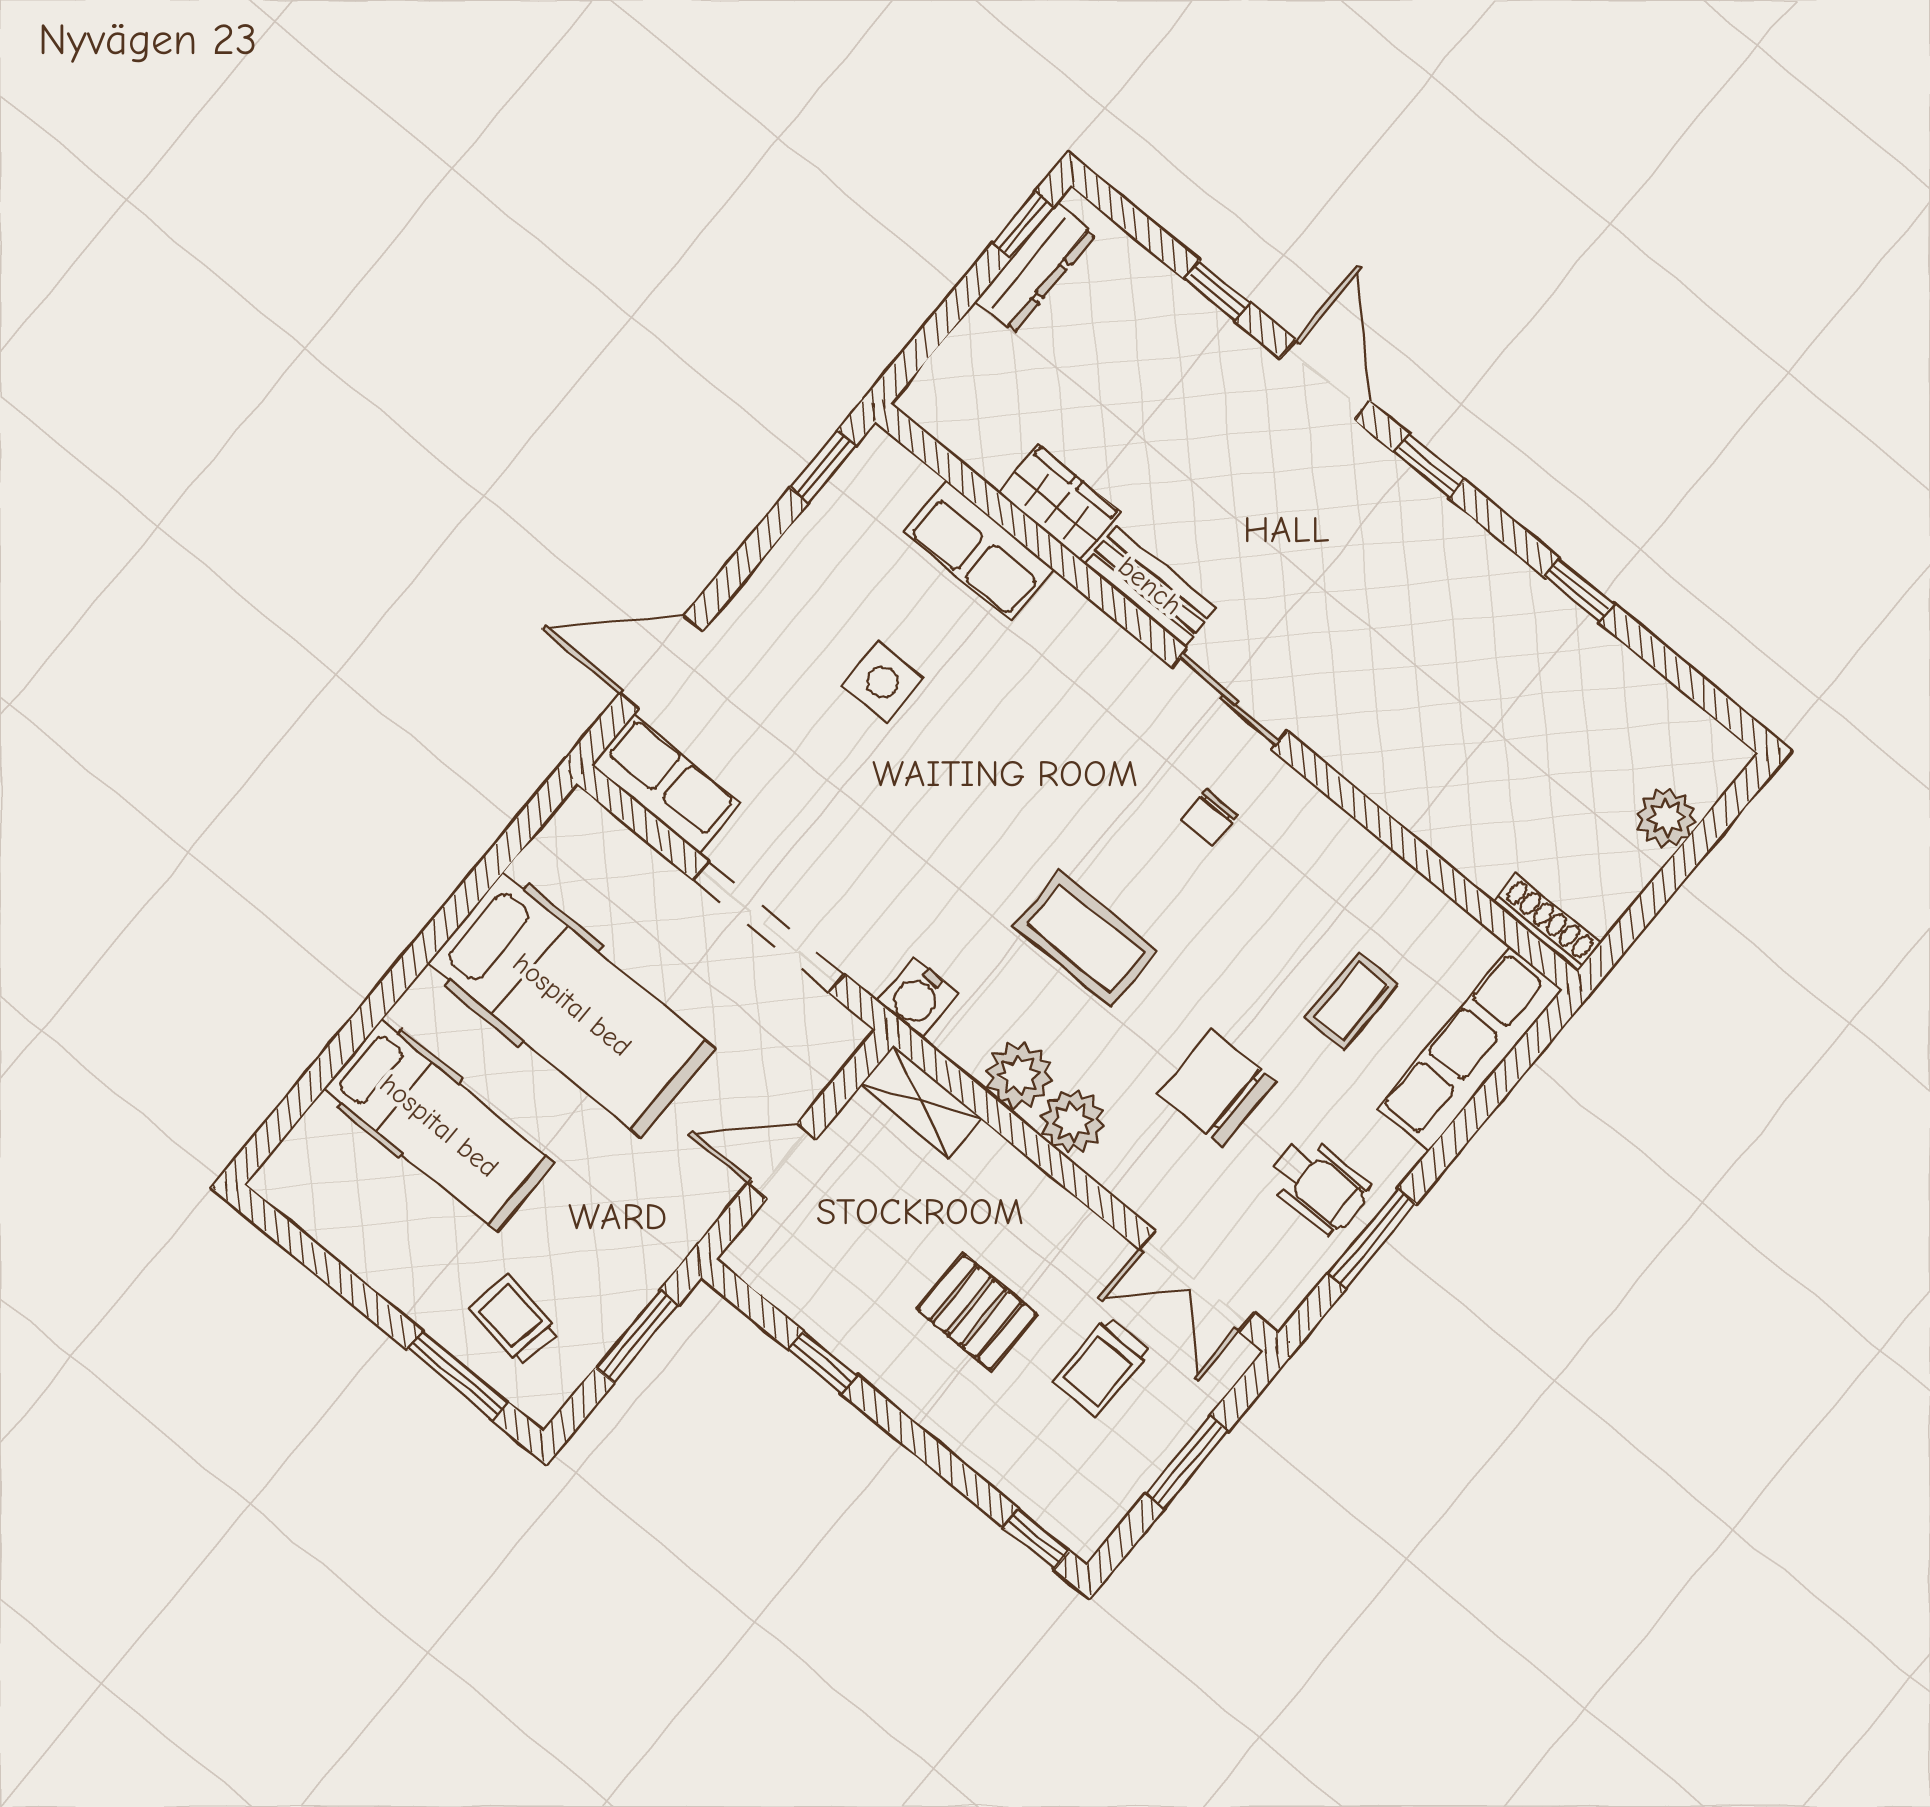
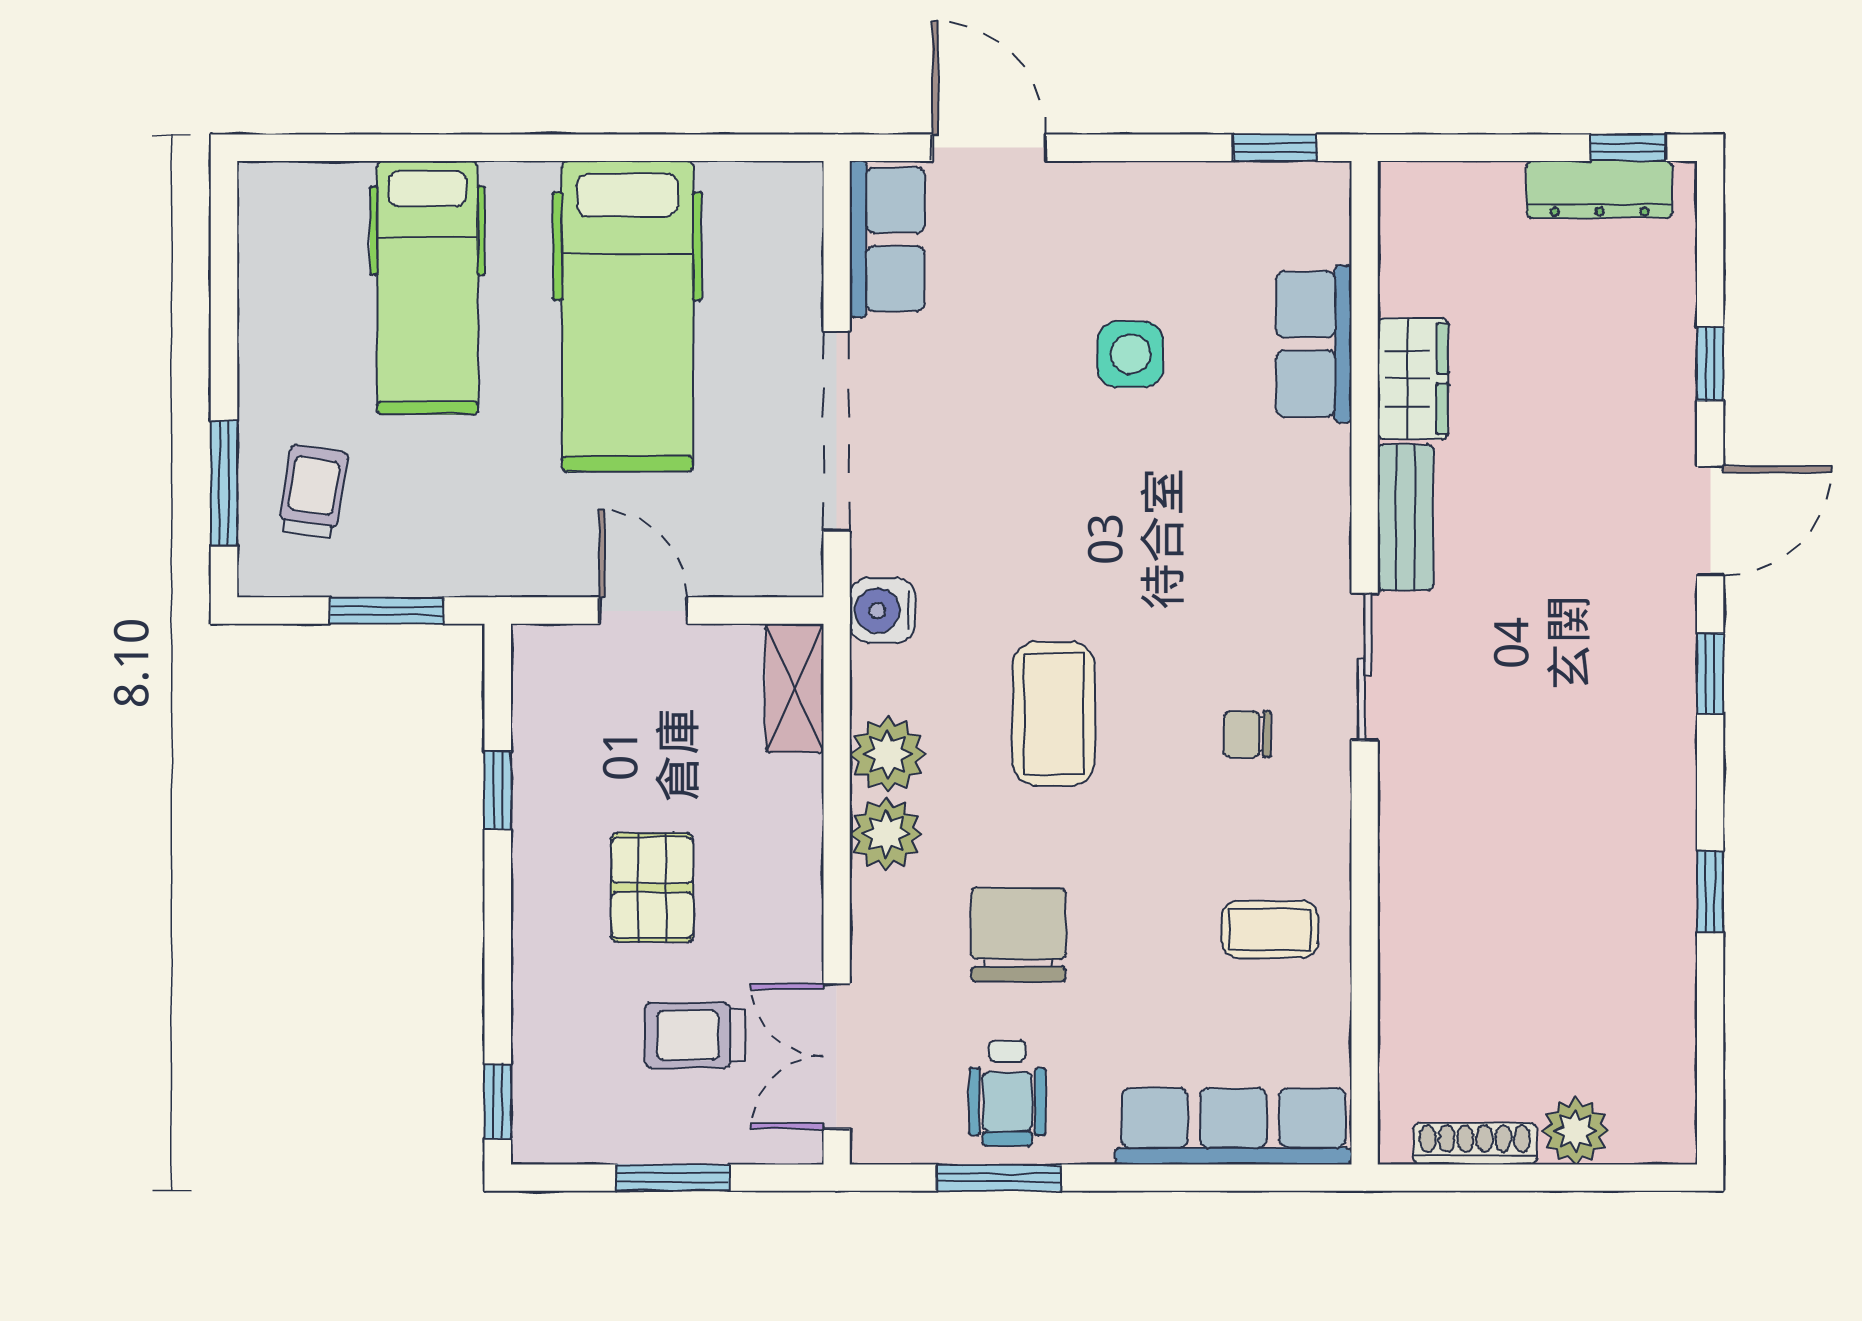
shoe rack: (1547, 923) -> (1475, 1144), moved, turned -90
coffee table: (1352, 1001) -> (1270, 929), moved

